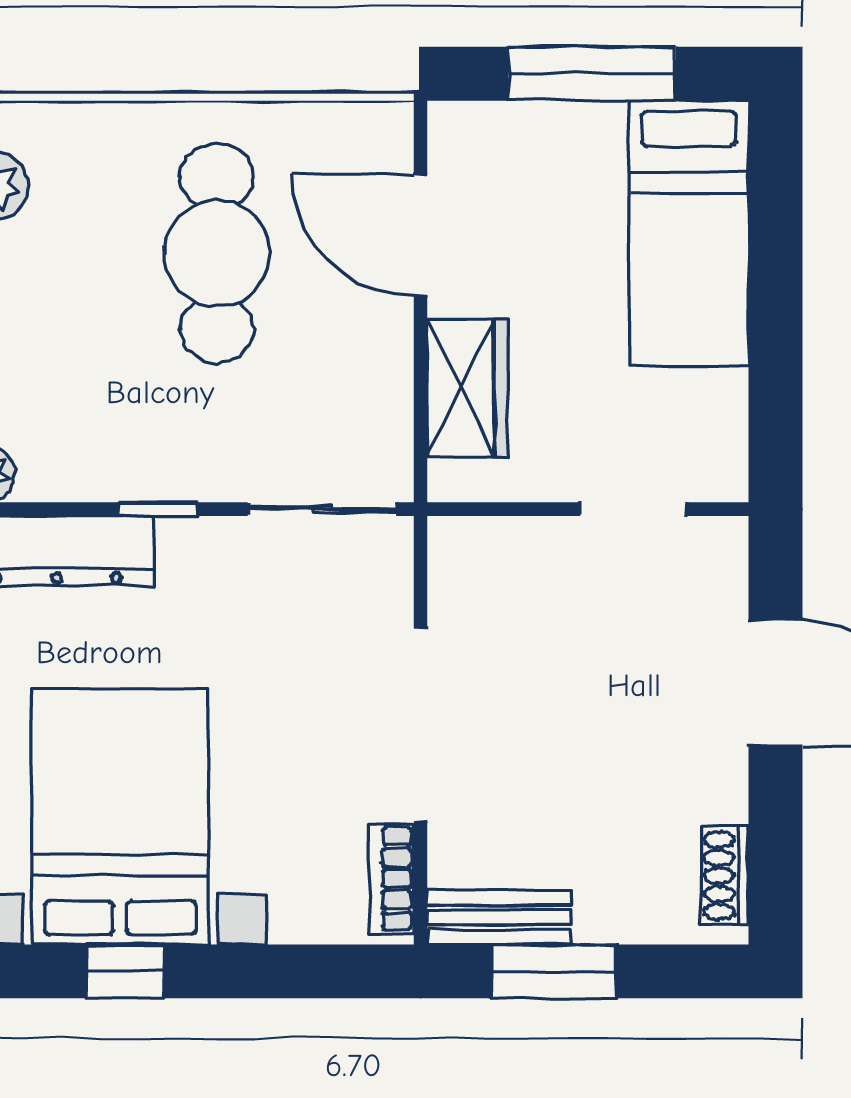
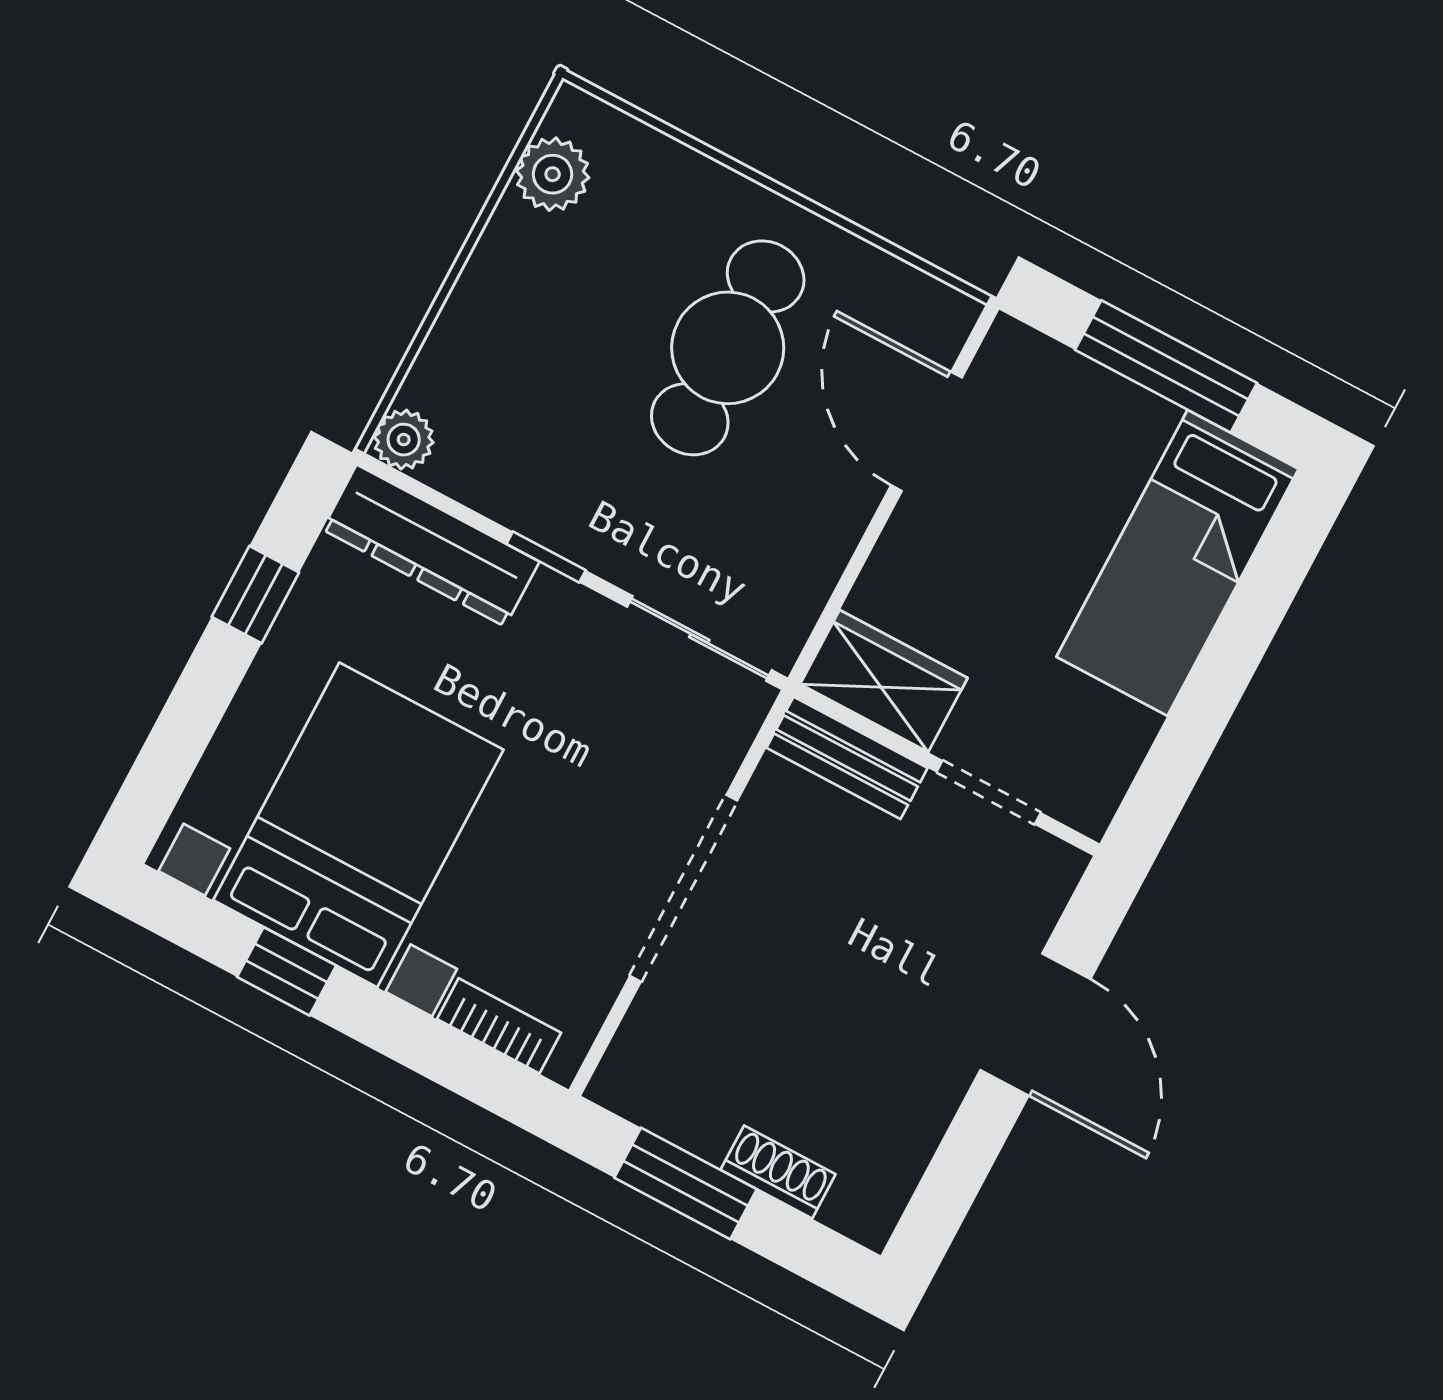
wardrobe: (467, 388) -> (884, 681), moved, turned -90
shoe rack: (725, 876) -> (778, 1172), moved, turned 90
bookcase: (392, 879) -> (499, 1026), moved, turned 90
bench: (499, 917) -> (847, 758), moved

